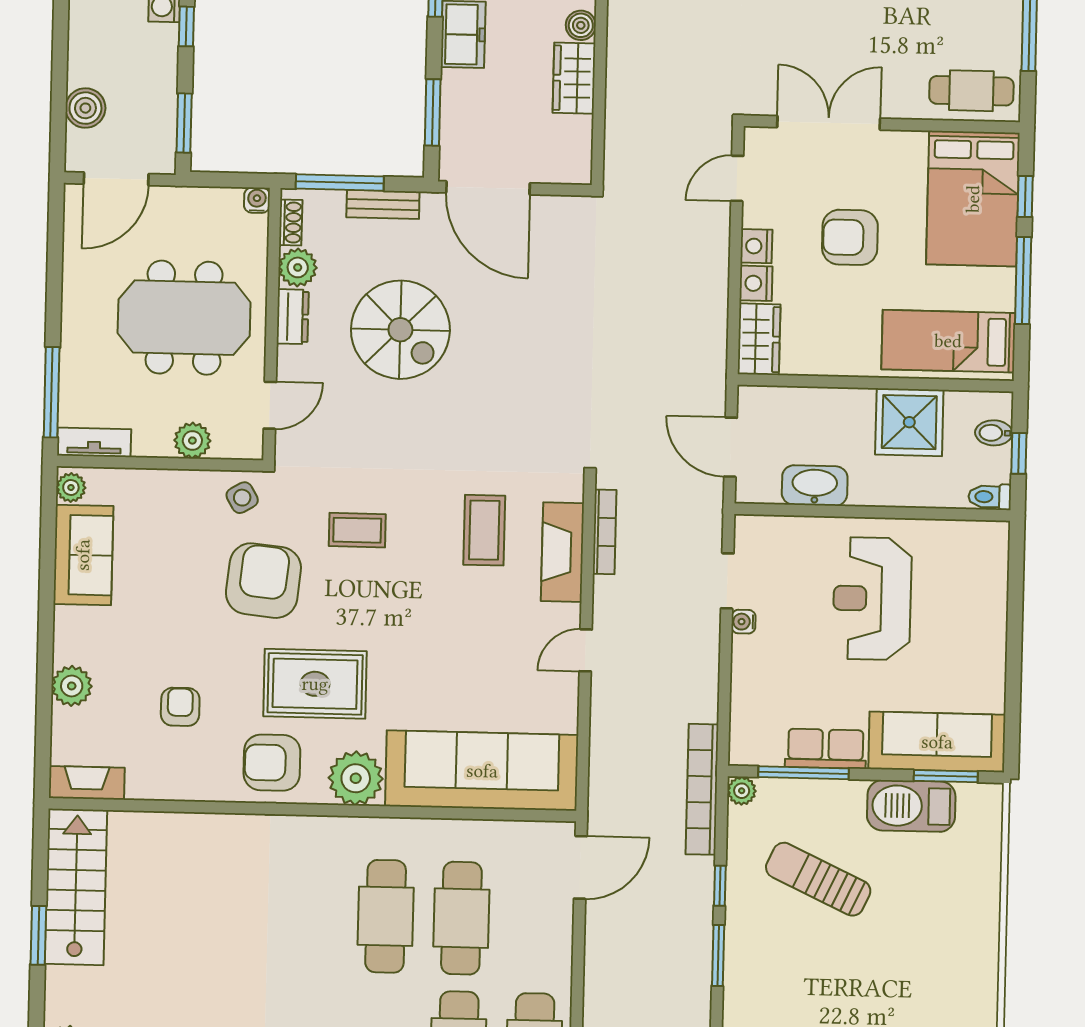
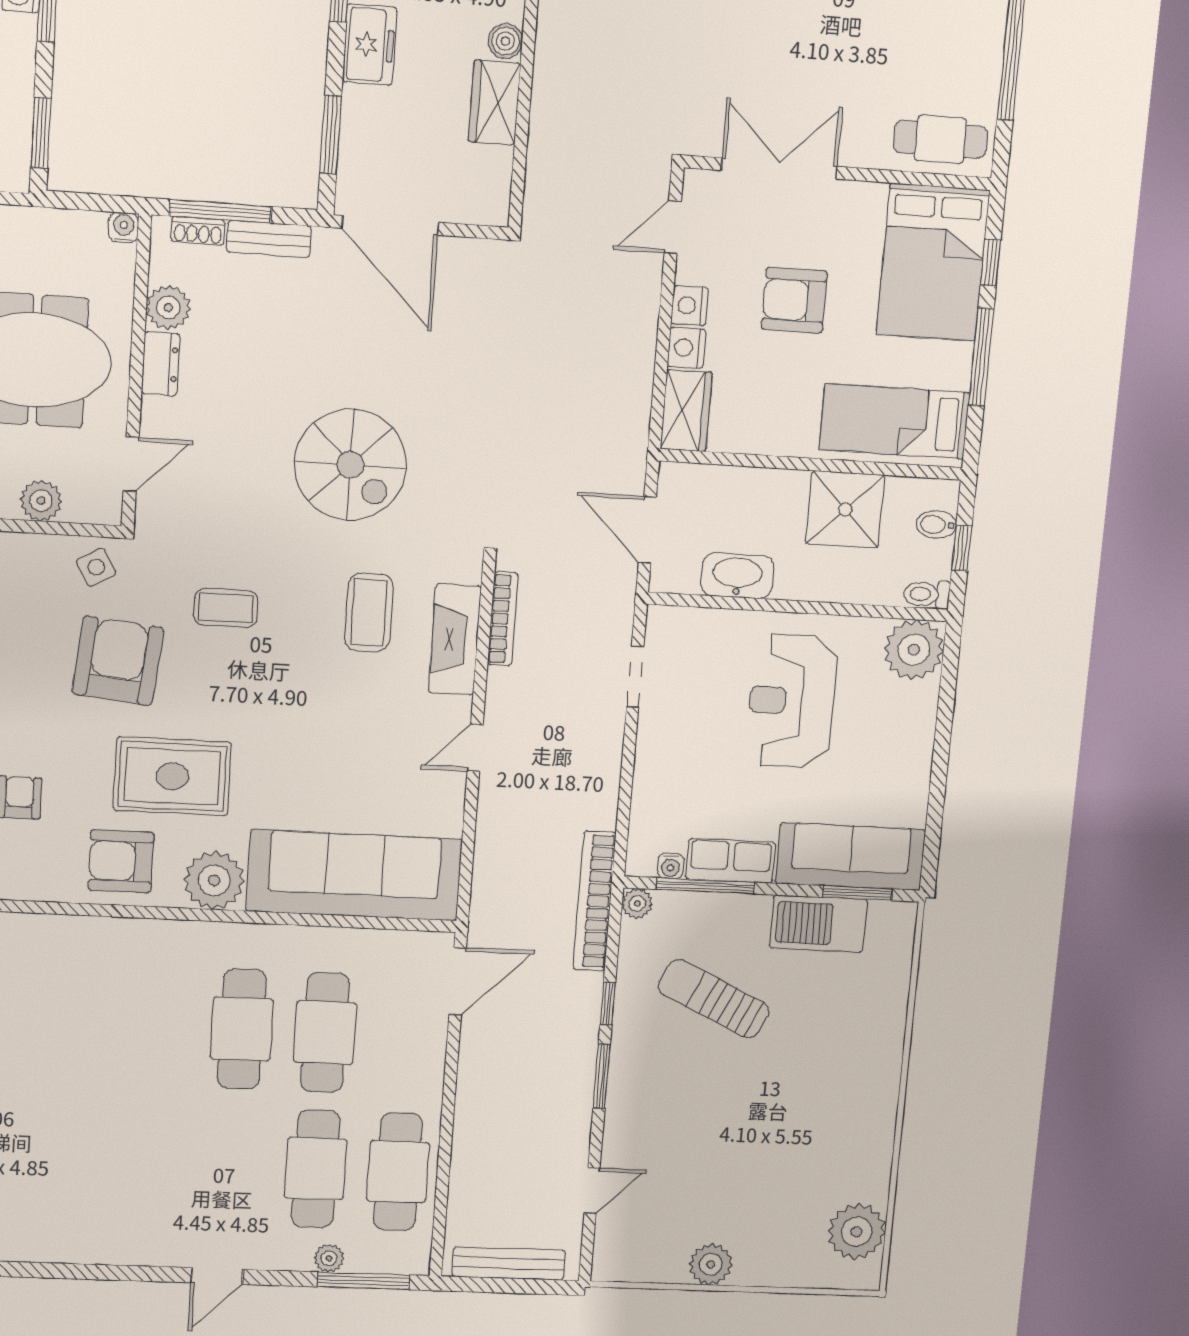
shoe rack: (291, 222) -> (198, 231), moved, turned 90
spiral stairs: (400, 330) -> (350, 465), moved
plant: (982, 548) -> (914, 650), added
water cooler: (743, 622) -> (671, 866), moved, turned -90

